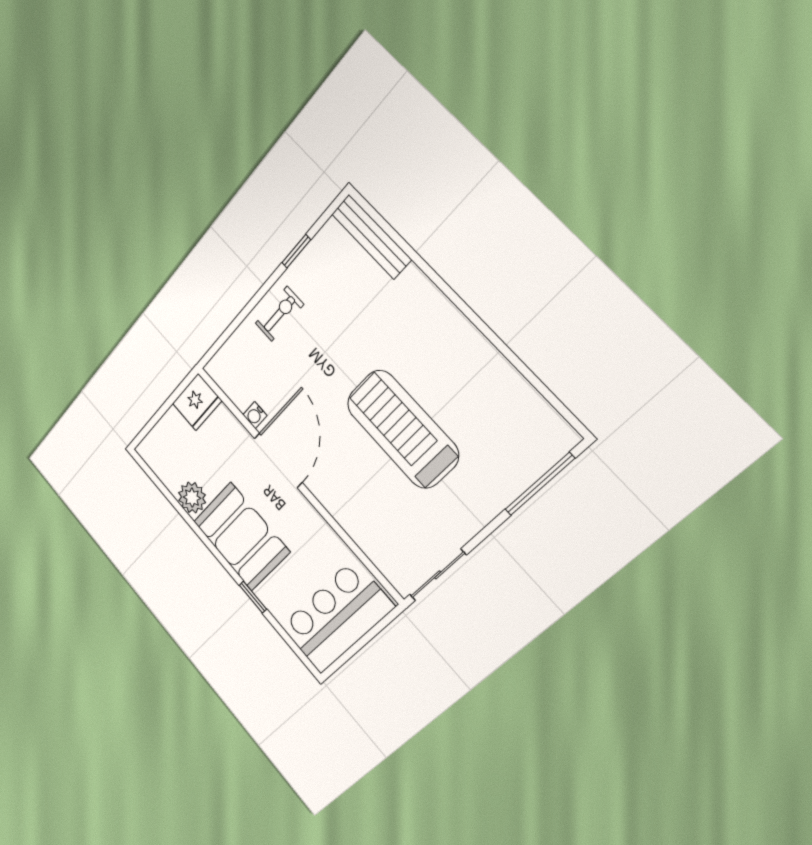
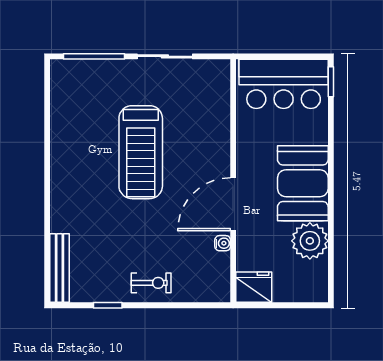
exercise bike: (279, 314) -> (151, 283), turned 180
plant: (192, 498) -> (310, 241), width x1.36, depth x1.36
sliding door: (438, 575) -> (165, 56), moved
window: (253, 597) -> (331, 82), moved

